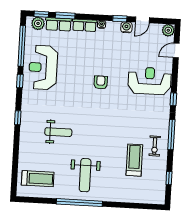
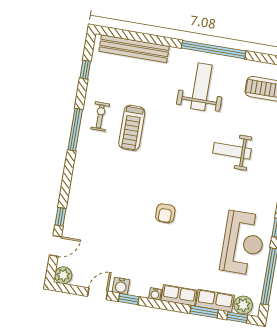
reception desk: (150, 81) -> (97, 208), removed
window: (173, 99) -> (60, 217), moved
treadmill: (134, 160) -> (132, 128), moved
bench: (136, 197) -> (134, 49), added

